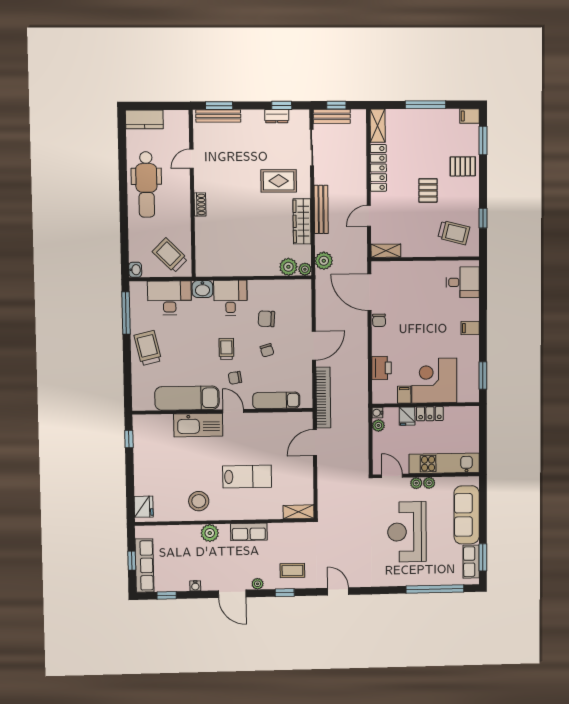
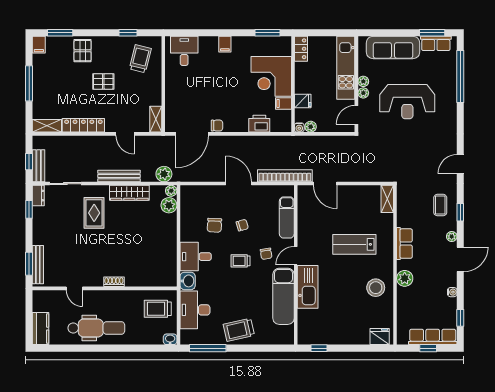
dresser: (277, 116) -> (38, 196), moved
trolley: (170, 255) -> (158, 309), turned 45
locker: (430, 414) -> (301, 49), moved
lab bench: (247, 477) -> (354, 244), turned -90

